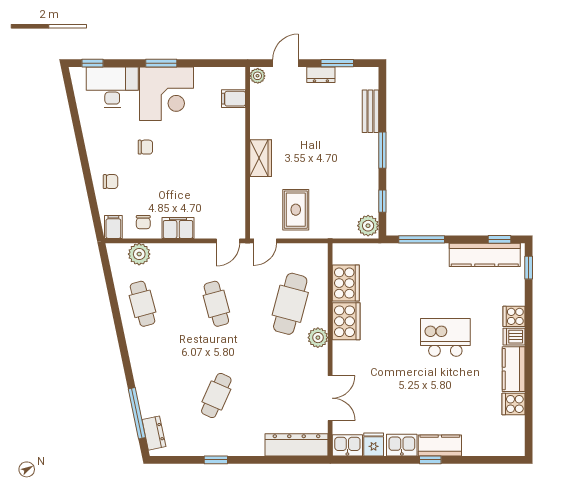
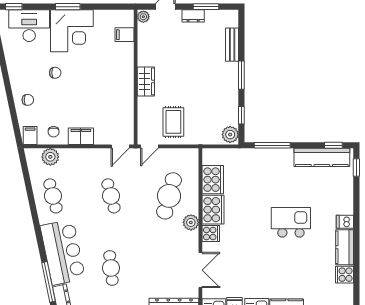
cooker: (514, 316) -> (211, 234), moved, turned 180
bar counter: (155, 375) -> (63, 252), added
cafe table: (216, 396) -> (111, 268), turned -30

